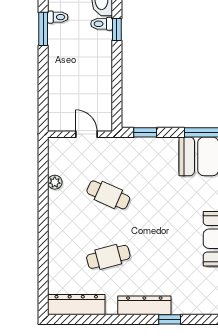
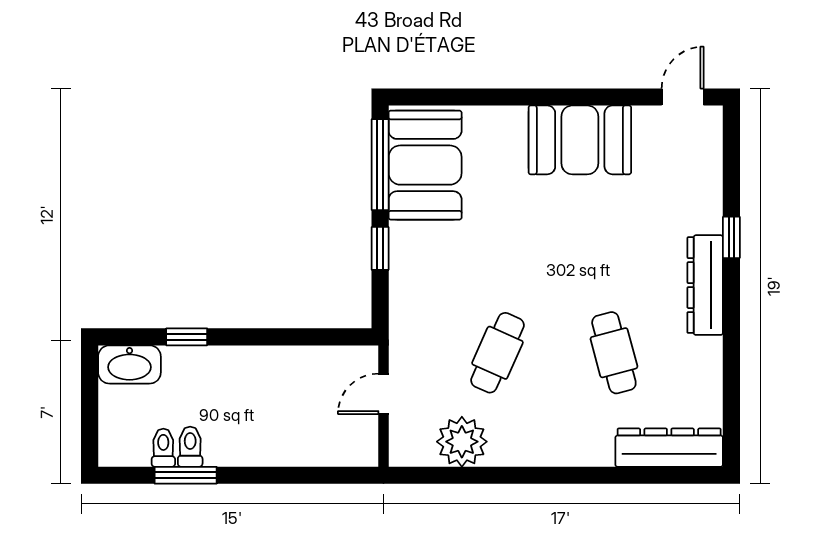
toilet: (102, 24) -> (190, 447), moved, turned 180
window: (145, 132) -> (380, 248), moved
plant: (55, 182) -> (462, 442), width x1.87, depth x1.87
dresser: (76, 305) -> (669, 448), moved, turned 90

